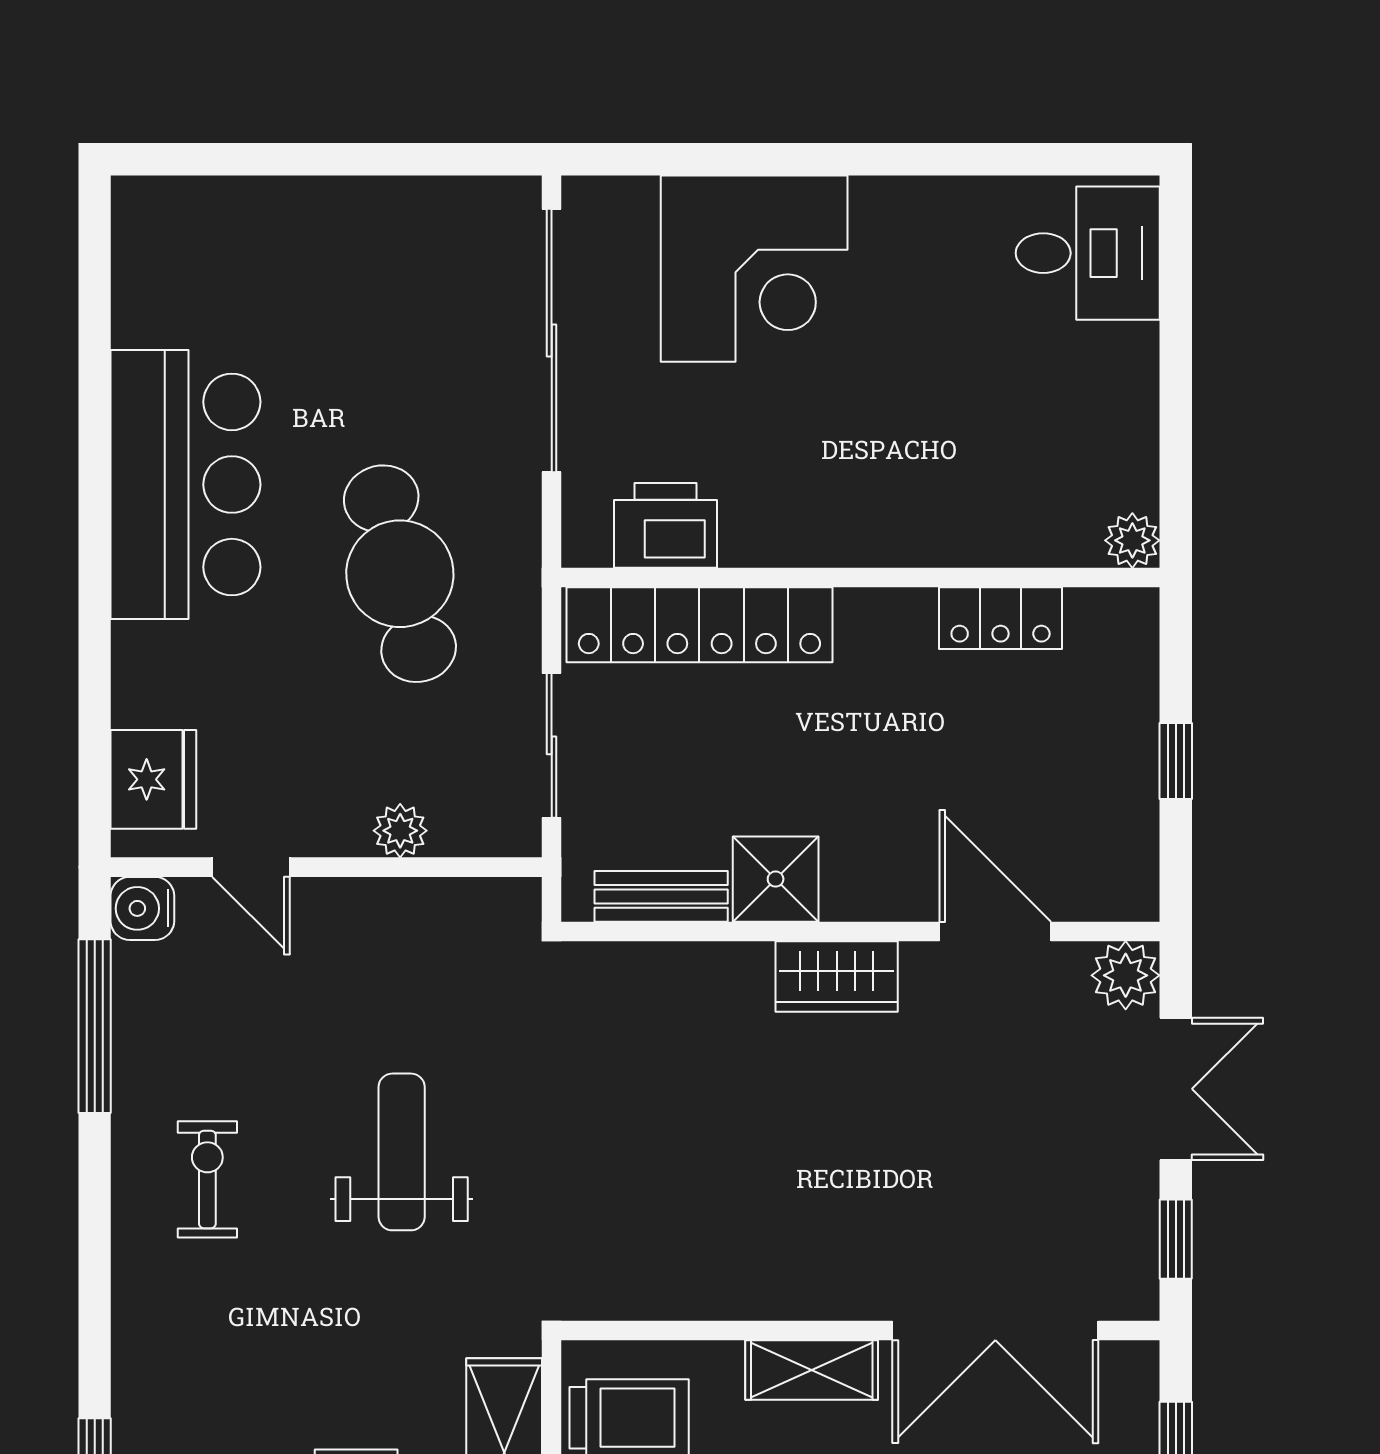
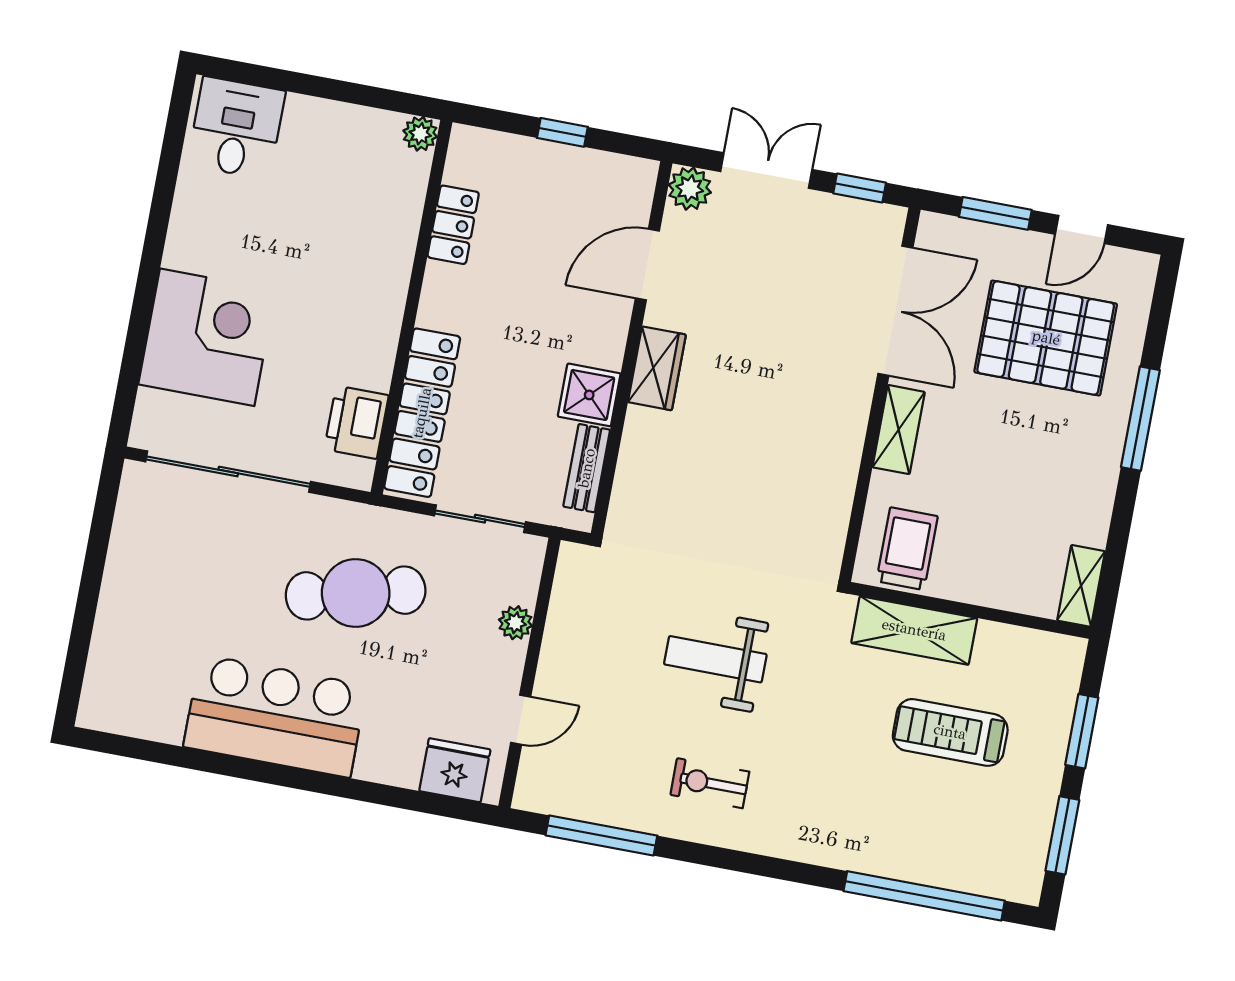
water cooler: (142, 908) -> (534, 792), removed

